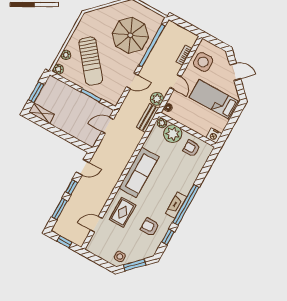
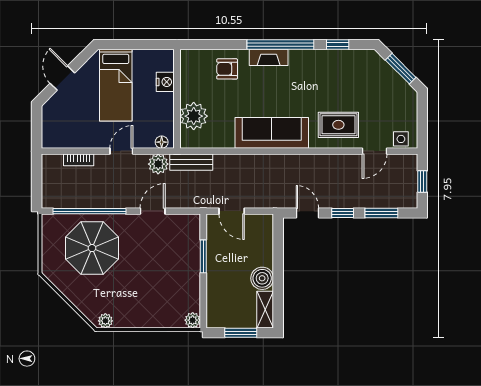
plant: (66, 55) -> (105, 321), moved
sun lounger: (91, 61) -> (157, 282), removed
side table: (203, 62) -> (73, 129), removed
door: (132, 81) -> (153, 211), hinge flipped
boiler: (60, 121) -> (262, 278), added
plant: (162, 123) -> (187, 139), removed
nightstand: (214, 136) -> (165, 82), moved
armchair: (191, 148) -> (227, 69), moved, turned 90
fireplace: (176, 205) -> (269, 57), moved
door: (96, 224) -> (374, 151), hinge flipped
armchair: (150, 227) -> (338, 77), removed
side table: (120, 257) -> (401, 139), moved

